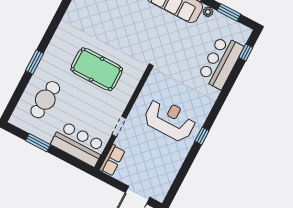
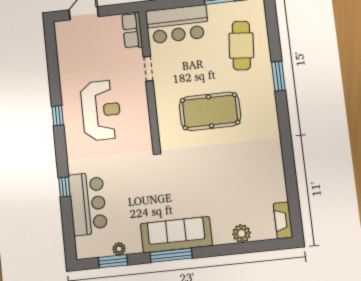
plant: (208, 12) -> (119, 249), moved
window: (246, 52) -> (64, 187), moved
reception desk: (170, 120) -> (101, 110), turned -90

